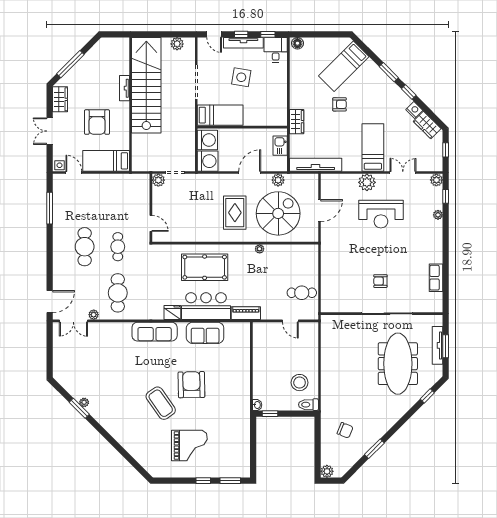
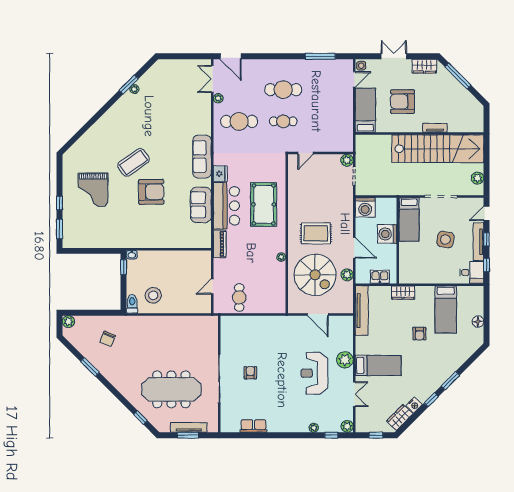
floor lamp: (297, 43) -> (478, 322), moved
bed: (344, 66) -> (446, 310), moved, turned -135
washing machine: (207, 140) -> (387, 234), moved, turned 90

